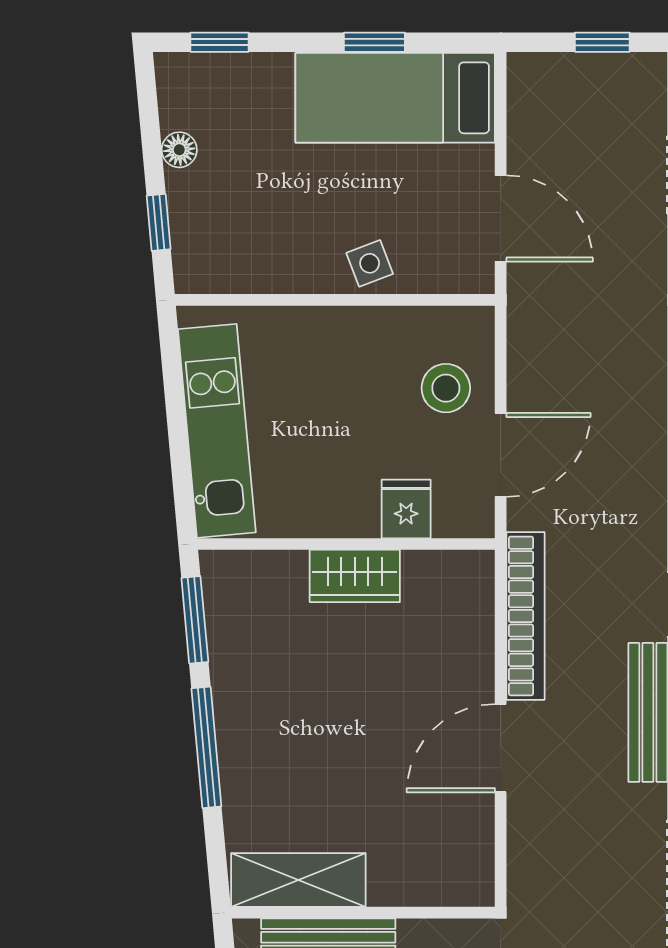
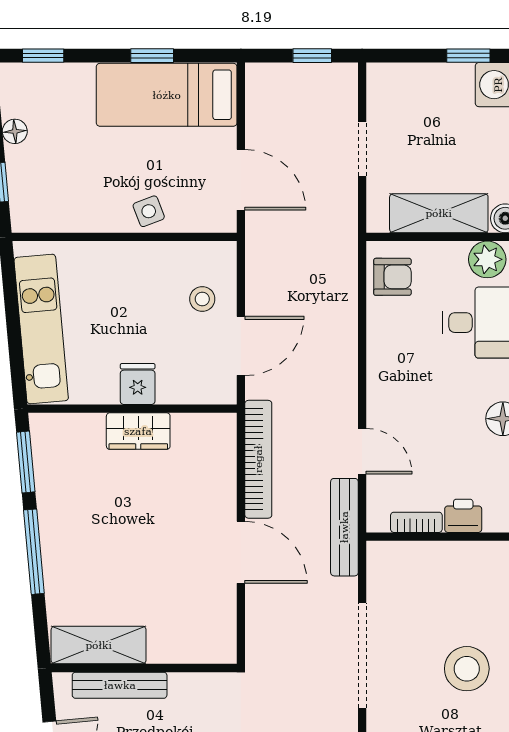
stool: (446, 388) -> (202, 299), width x0.73, depth x0.73
fridge: (406, 509) -> (138, 384), moved
door: (501, 748) -> (241, 552), swing flipped

